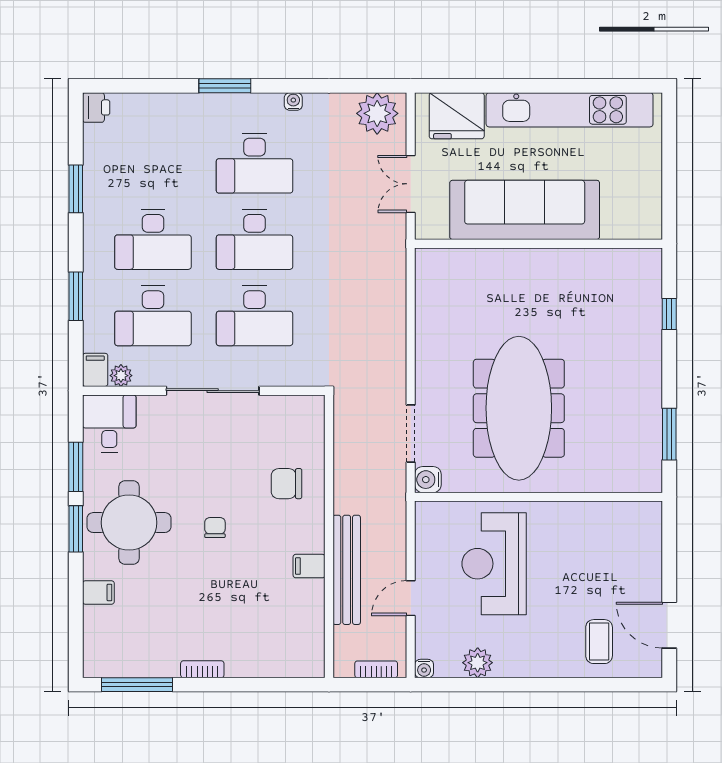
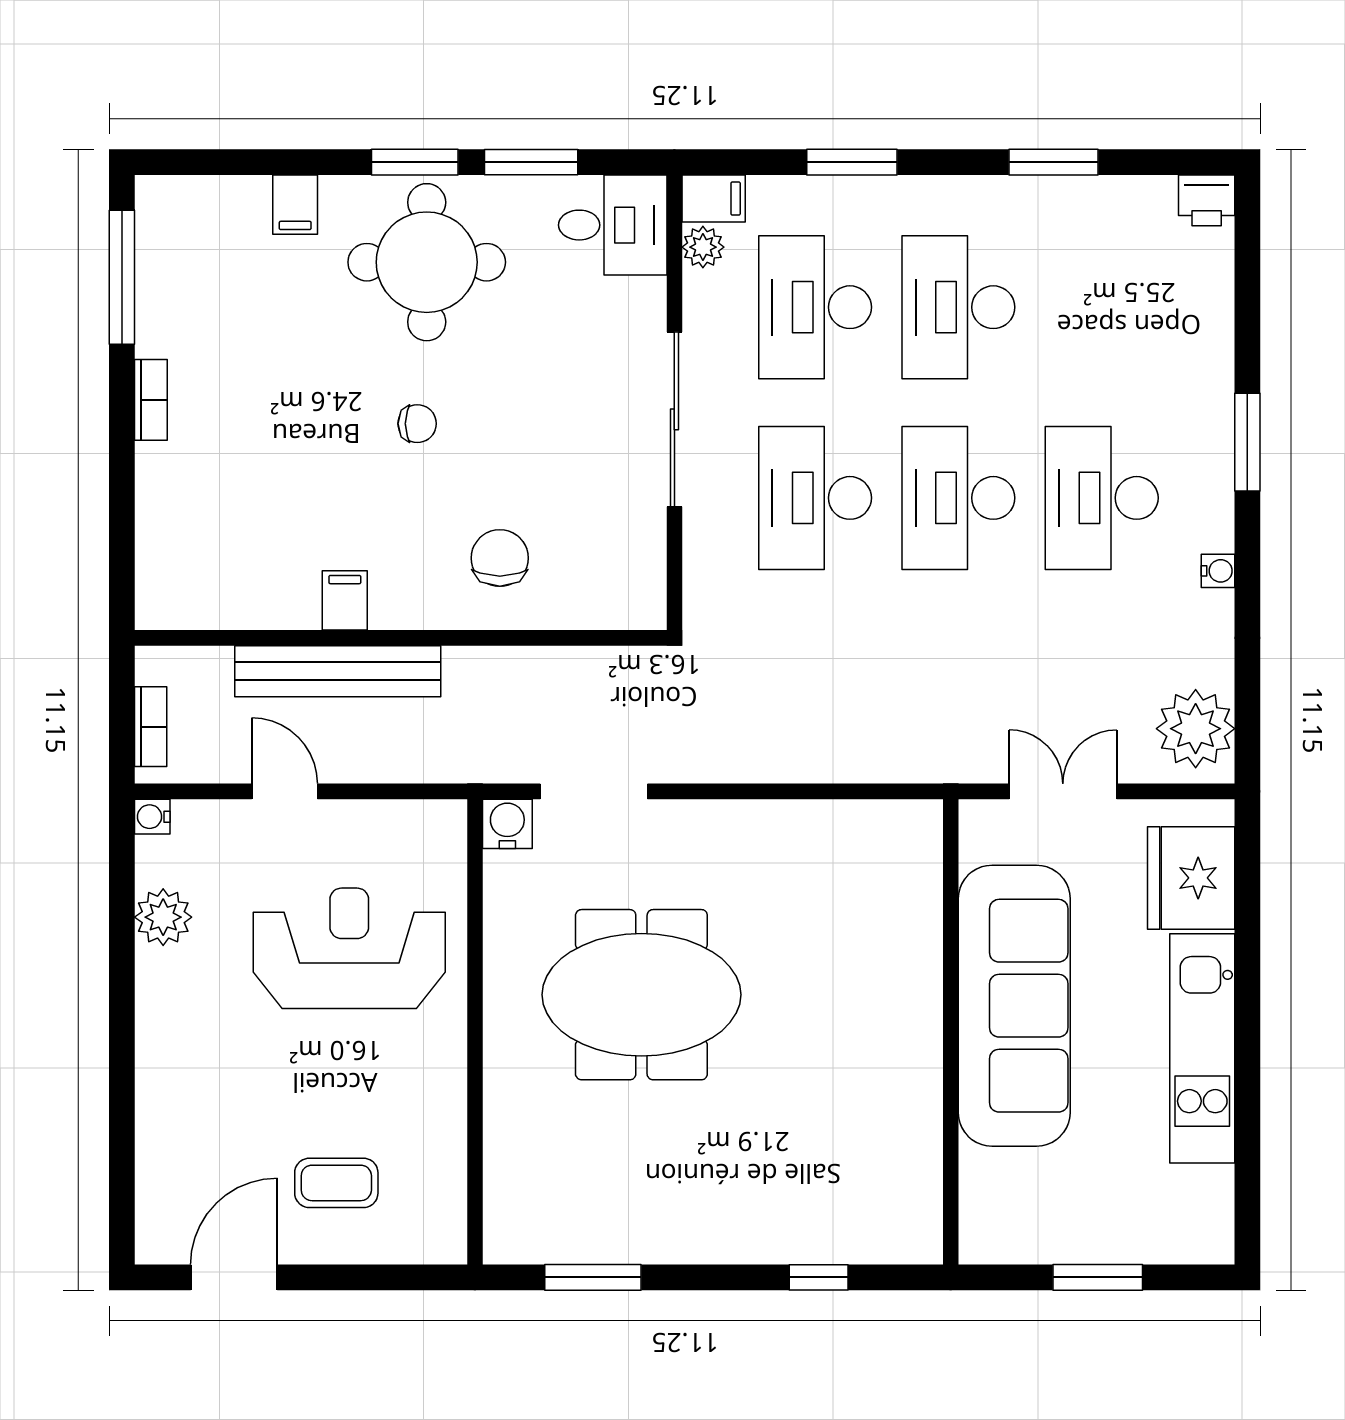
kitchen unit: (570, 110) -> (1202, 1048), width x0.73
window: (669, 165) -> (1098, 1277), added
meeting table: (519, 408) -> (641, 995), width x0.73
coffee table: (599, 642) -> (336, 1183), moved

